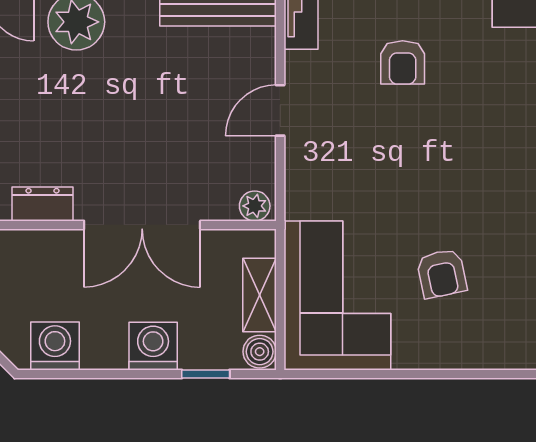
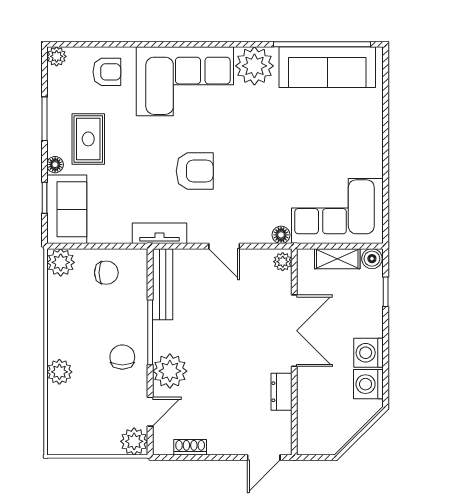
armchair: (403, 62) -> (195, 171), width x1.38, depth x1.38
floor lamp: (298, 203) -> (281, 235), added
armchair: (442, 273) -> (324, 147), removed
washing machine: (153, 346) -> (369, 353), moved

